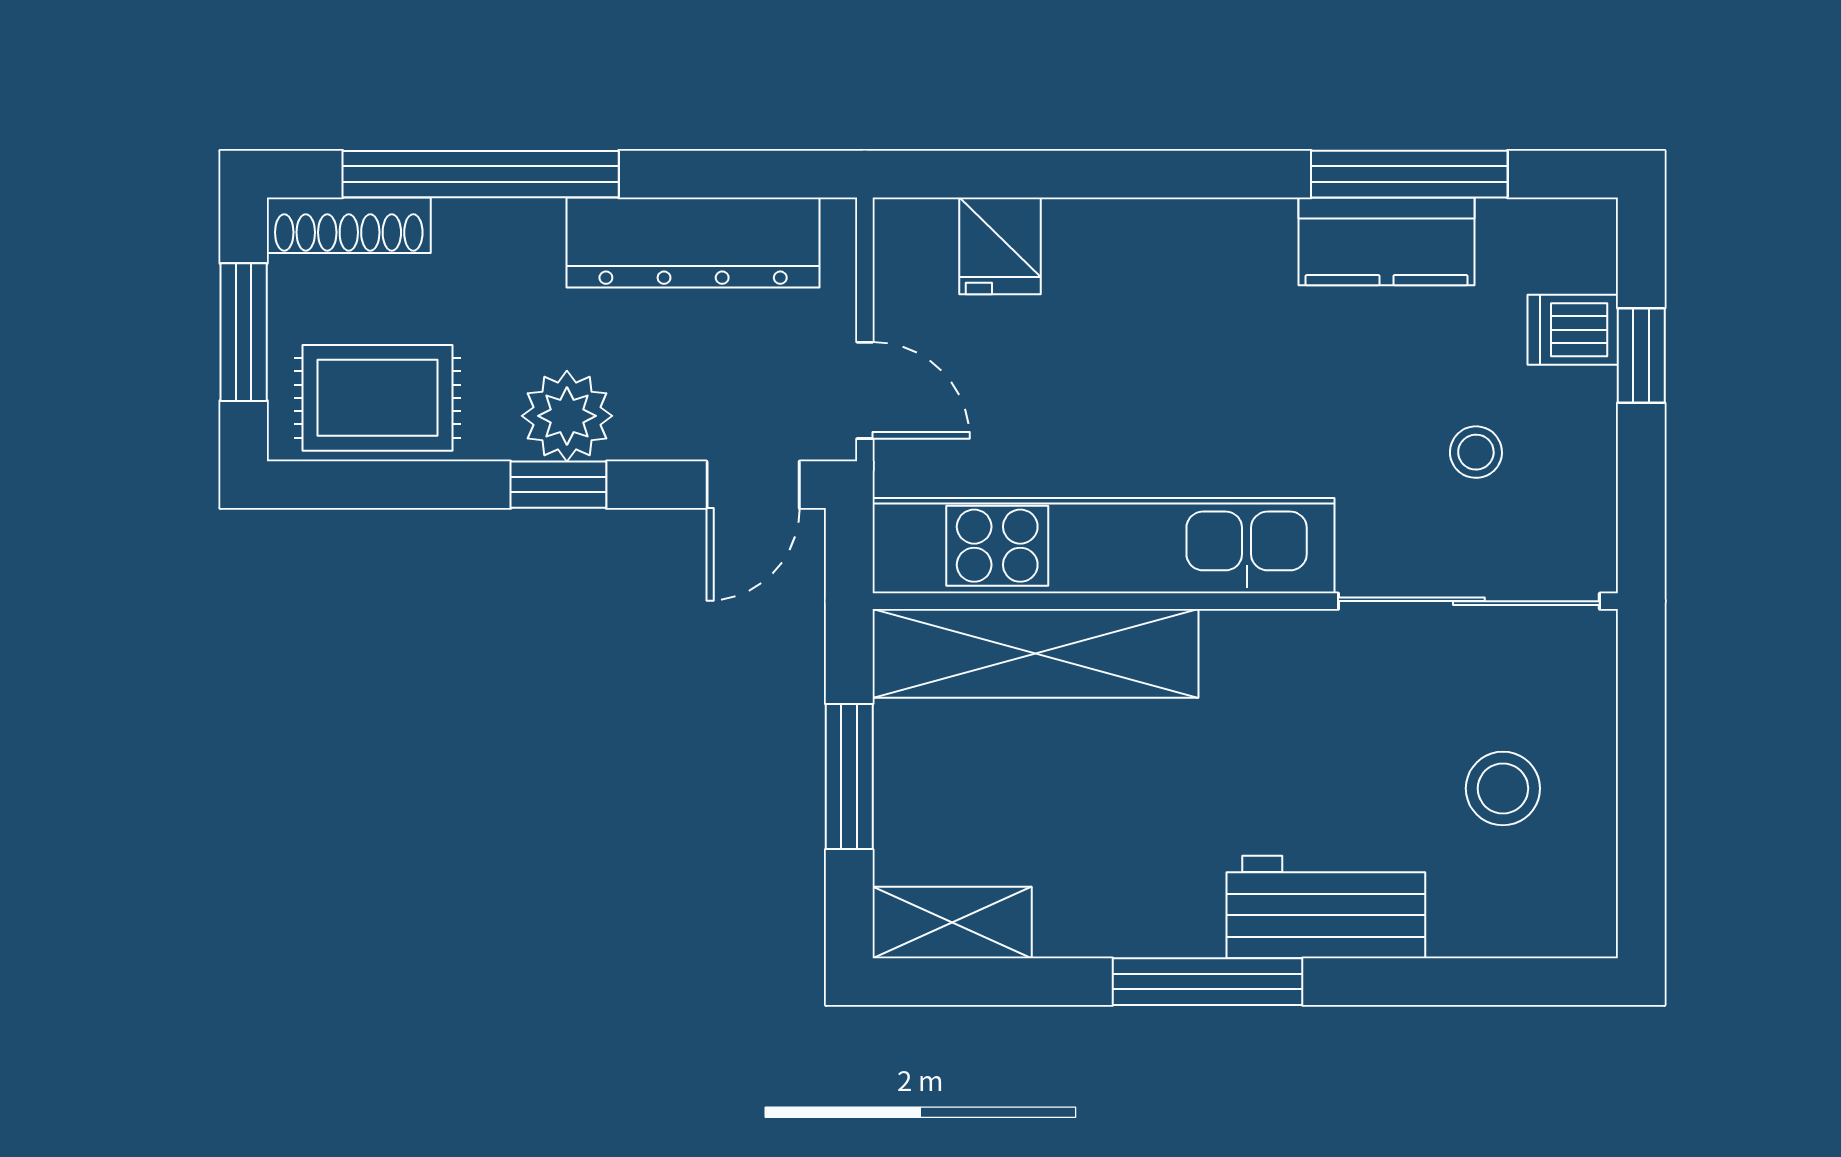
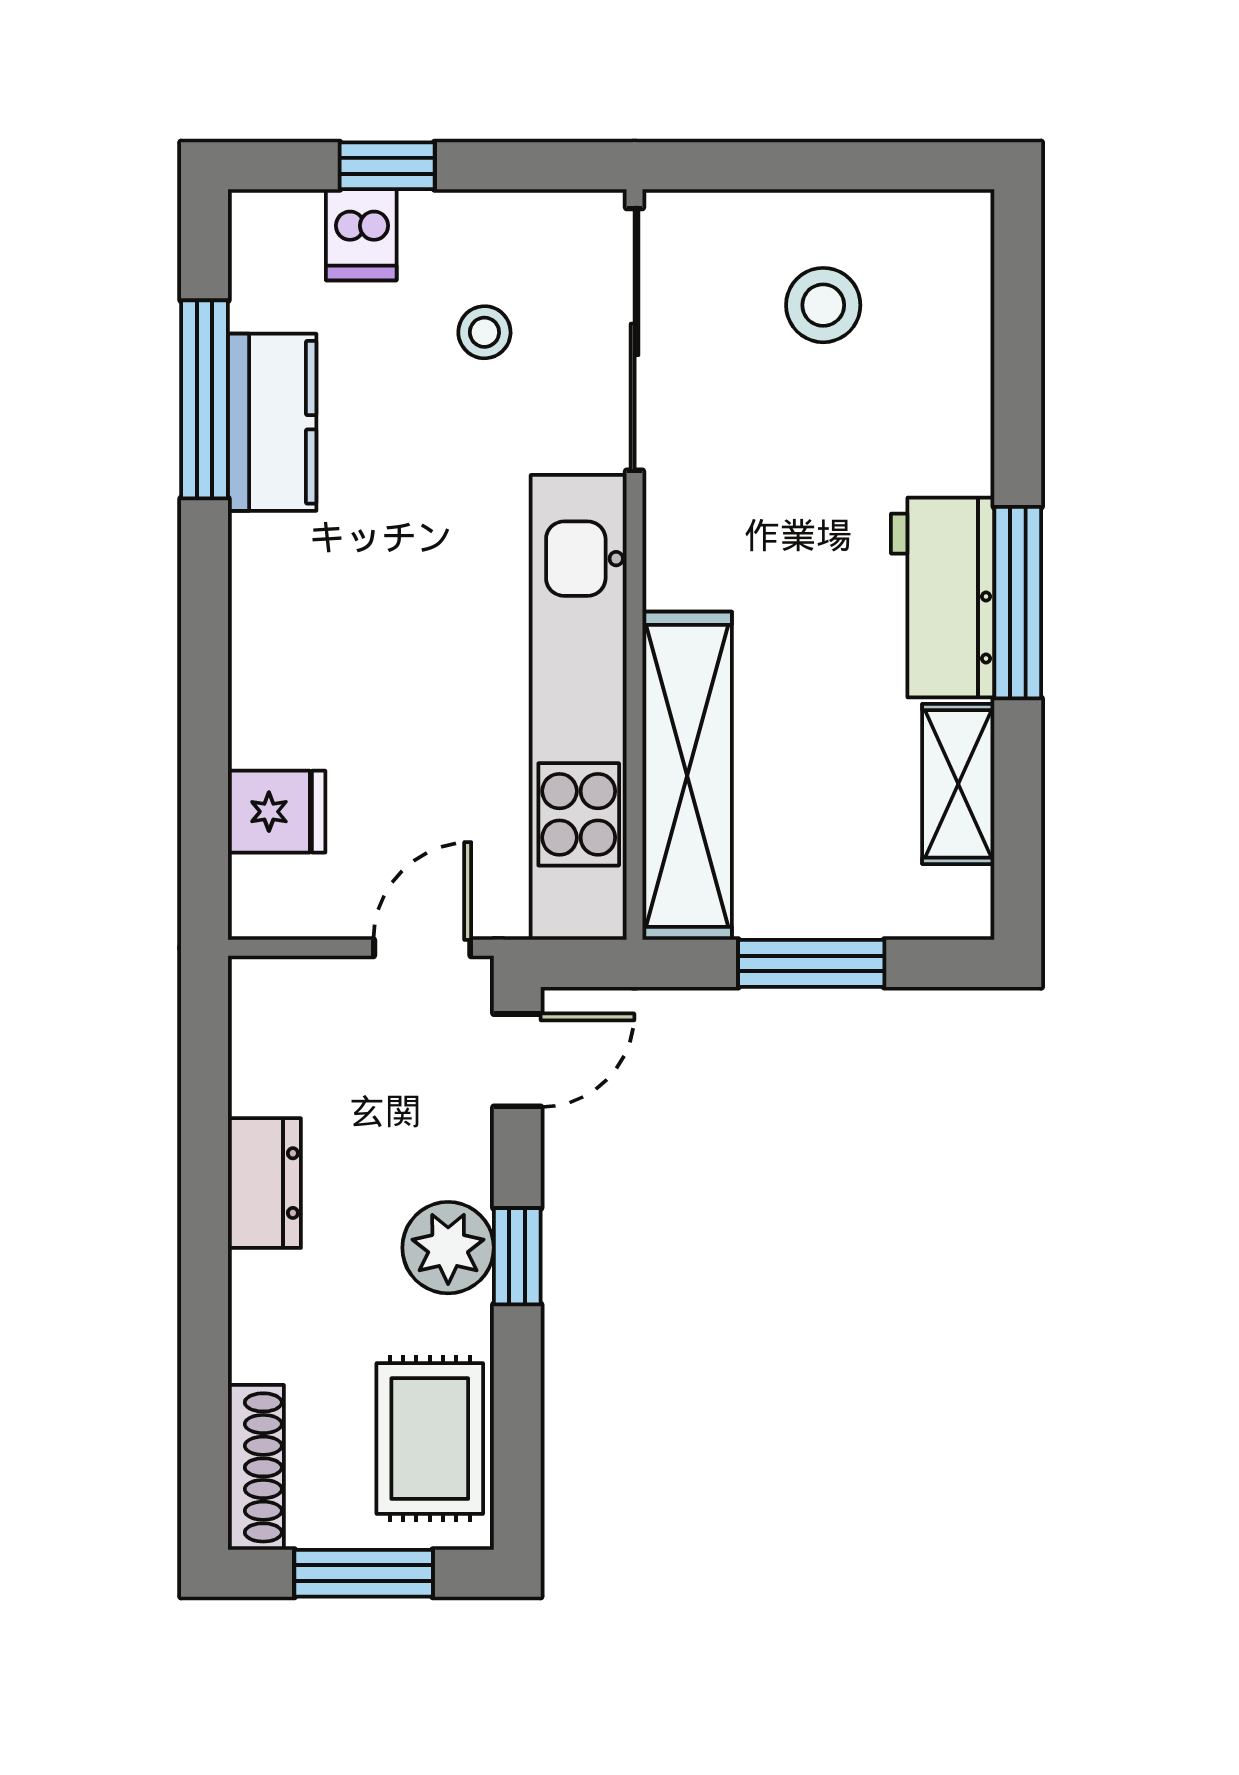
window: (481, 174) -> (204, 1335), removed
dresser: (693, 242) -> (264, 1183), width x0.51, depth x0.80
door: (753, 485) -> (517, 1060), hinge flipped
workbench: (1326, 907) -> (943, 598), moved
shelving: (952, 923) -> (958, 784), moved

